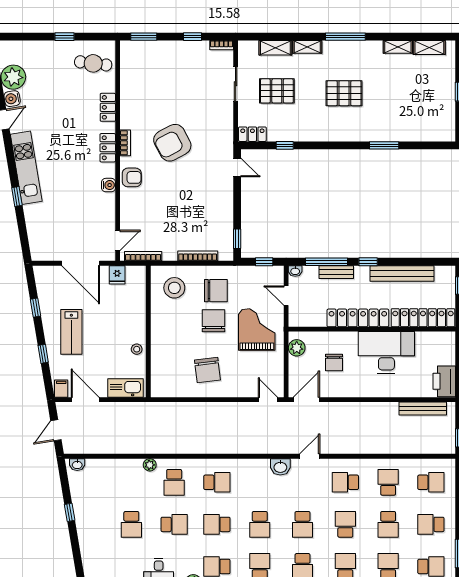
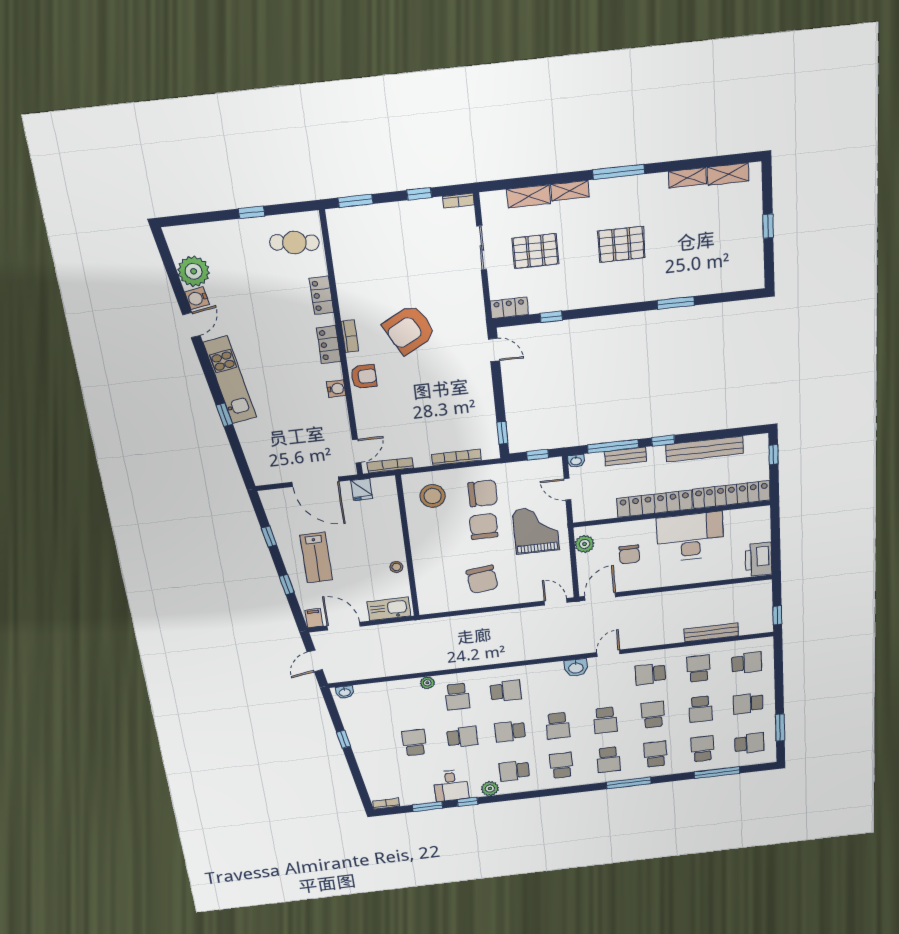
bench: (423, 408) -> (711, 632), moved
school desk: (131, 524) -> (414, 743), turned 180

